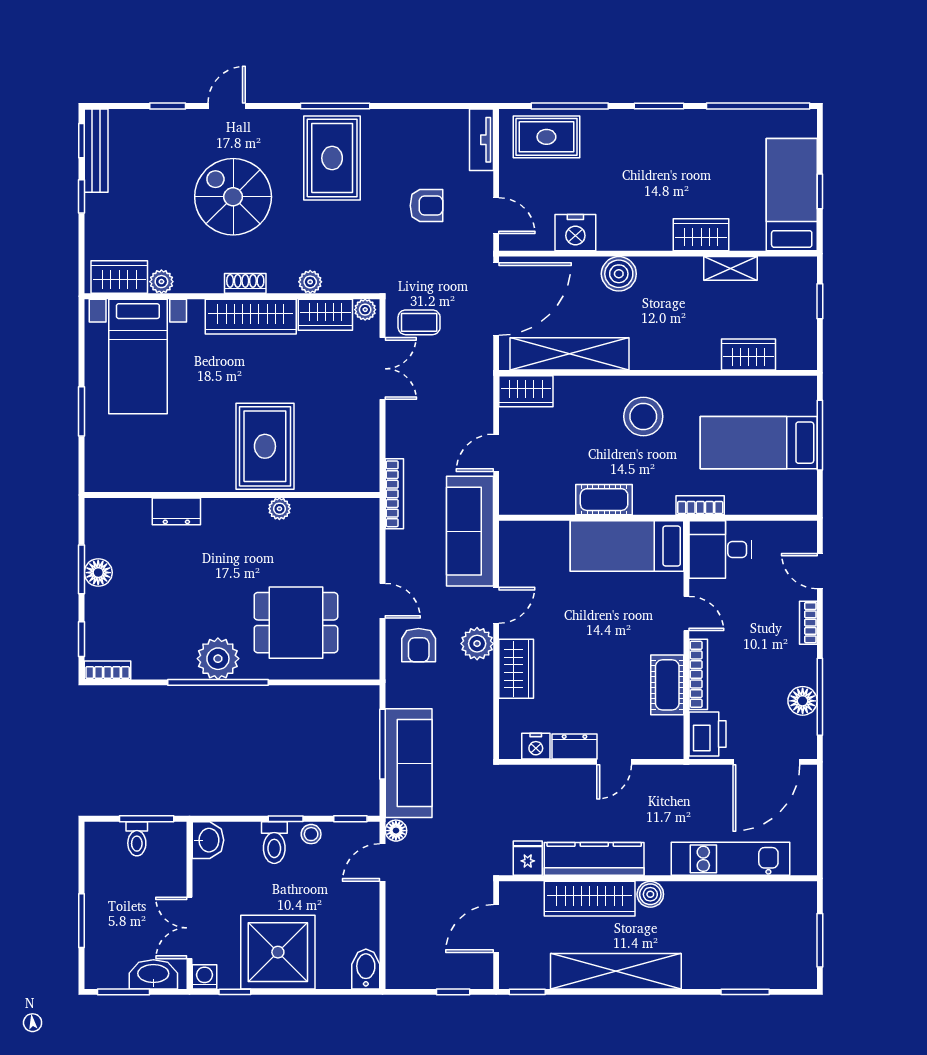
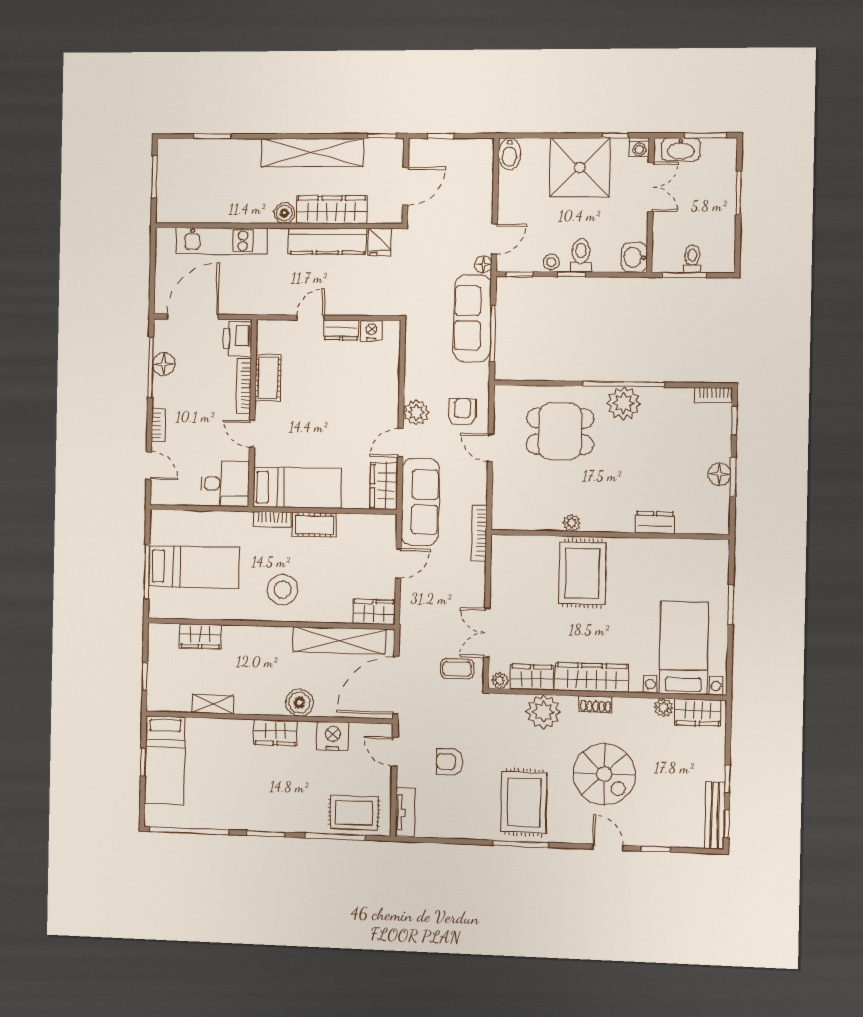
door: (227, 106) -> (608, 847), swing flipped
wardrobe: (701, 235) -> (275, 733), moved
plant: (310, 282) -> (543, 712), width x1.87, depth x1.87
bookcase: (700, 505) -> (272, 519), moved
wardrobe: (516, 669) -> (384, 486), moved

